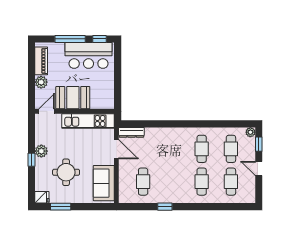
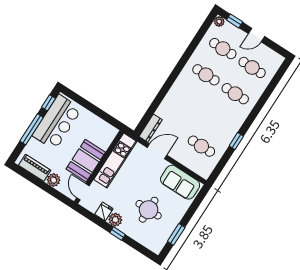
fridge: (42, 197) -> (104, 211), moved

